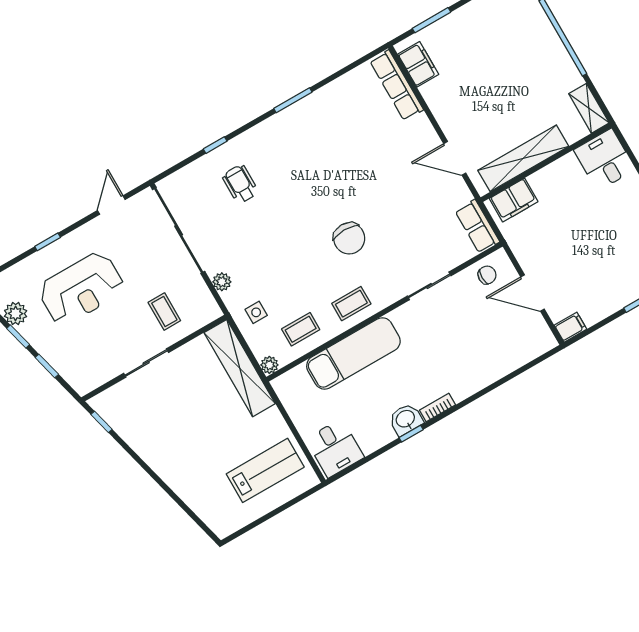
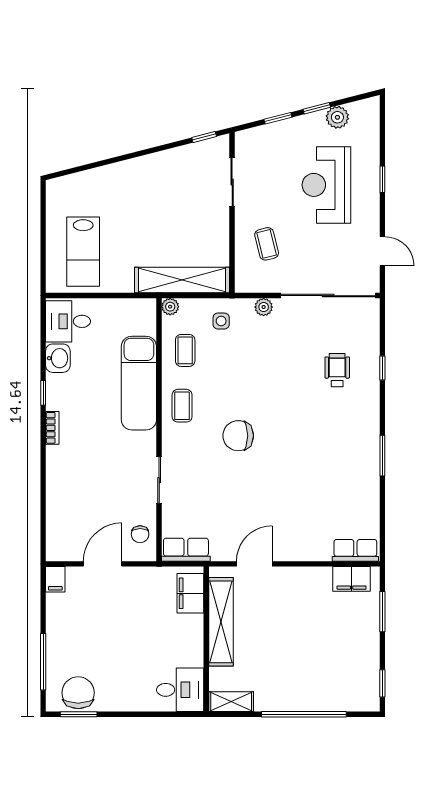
row of seats: (397, 85) -> (355, 550), width x0.68
wheelchair: (240, 184) -> (337, 370), turned -90
coffee table: (164, 312) -> (267, 244), turned 76
sliding door: (146, 363) -> (232, 182), moved
washbasin: (406, 419) -> (58, 358), moved

